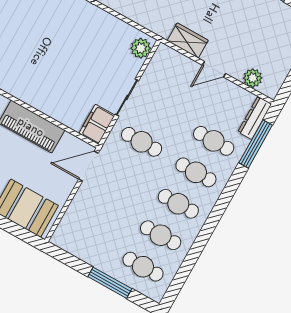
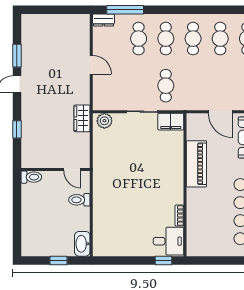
wardrobe: (188, 41) -> (82, 118), moved
plant: (253, 78) -> (83, 36), removed
dresser: (255, 118) -> (103, 20), width x0.70
door: (88, 166) -> (220, 112), moved

